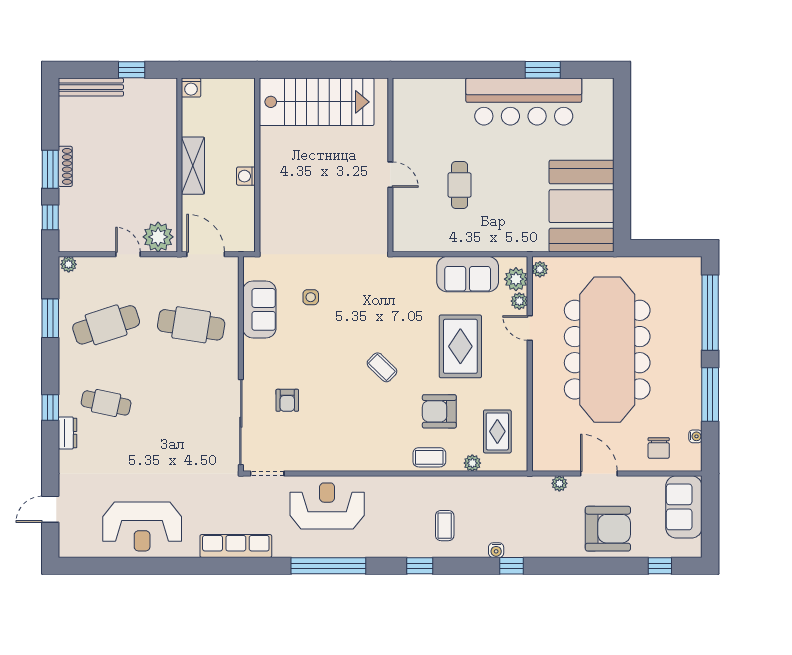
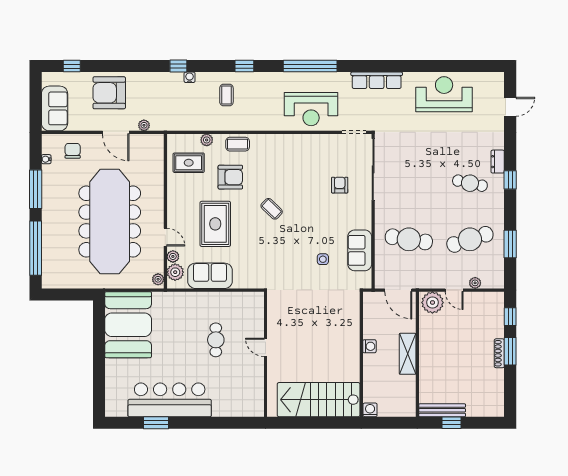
bench: (91, 87) -> (442, 410), moved
washing machine: (191, 88) -> (370, 410), moved
plant: (69, 264) -> (475, 283), moved
rug: (497, 431) -> (189, 163), turned 90

